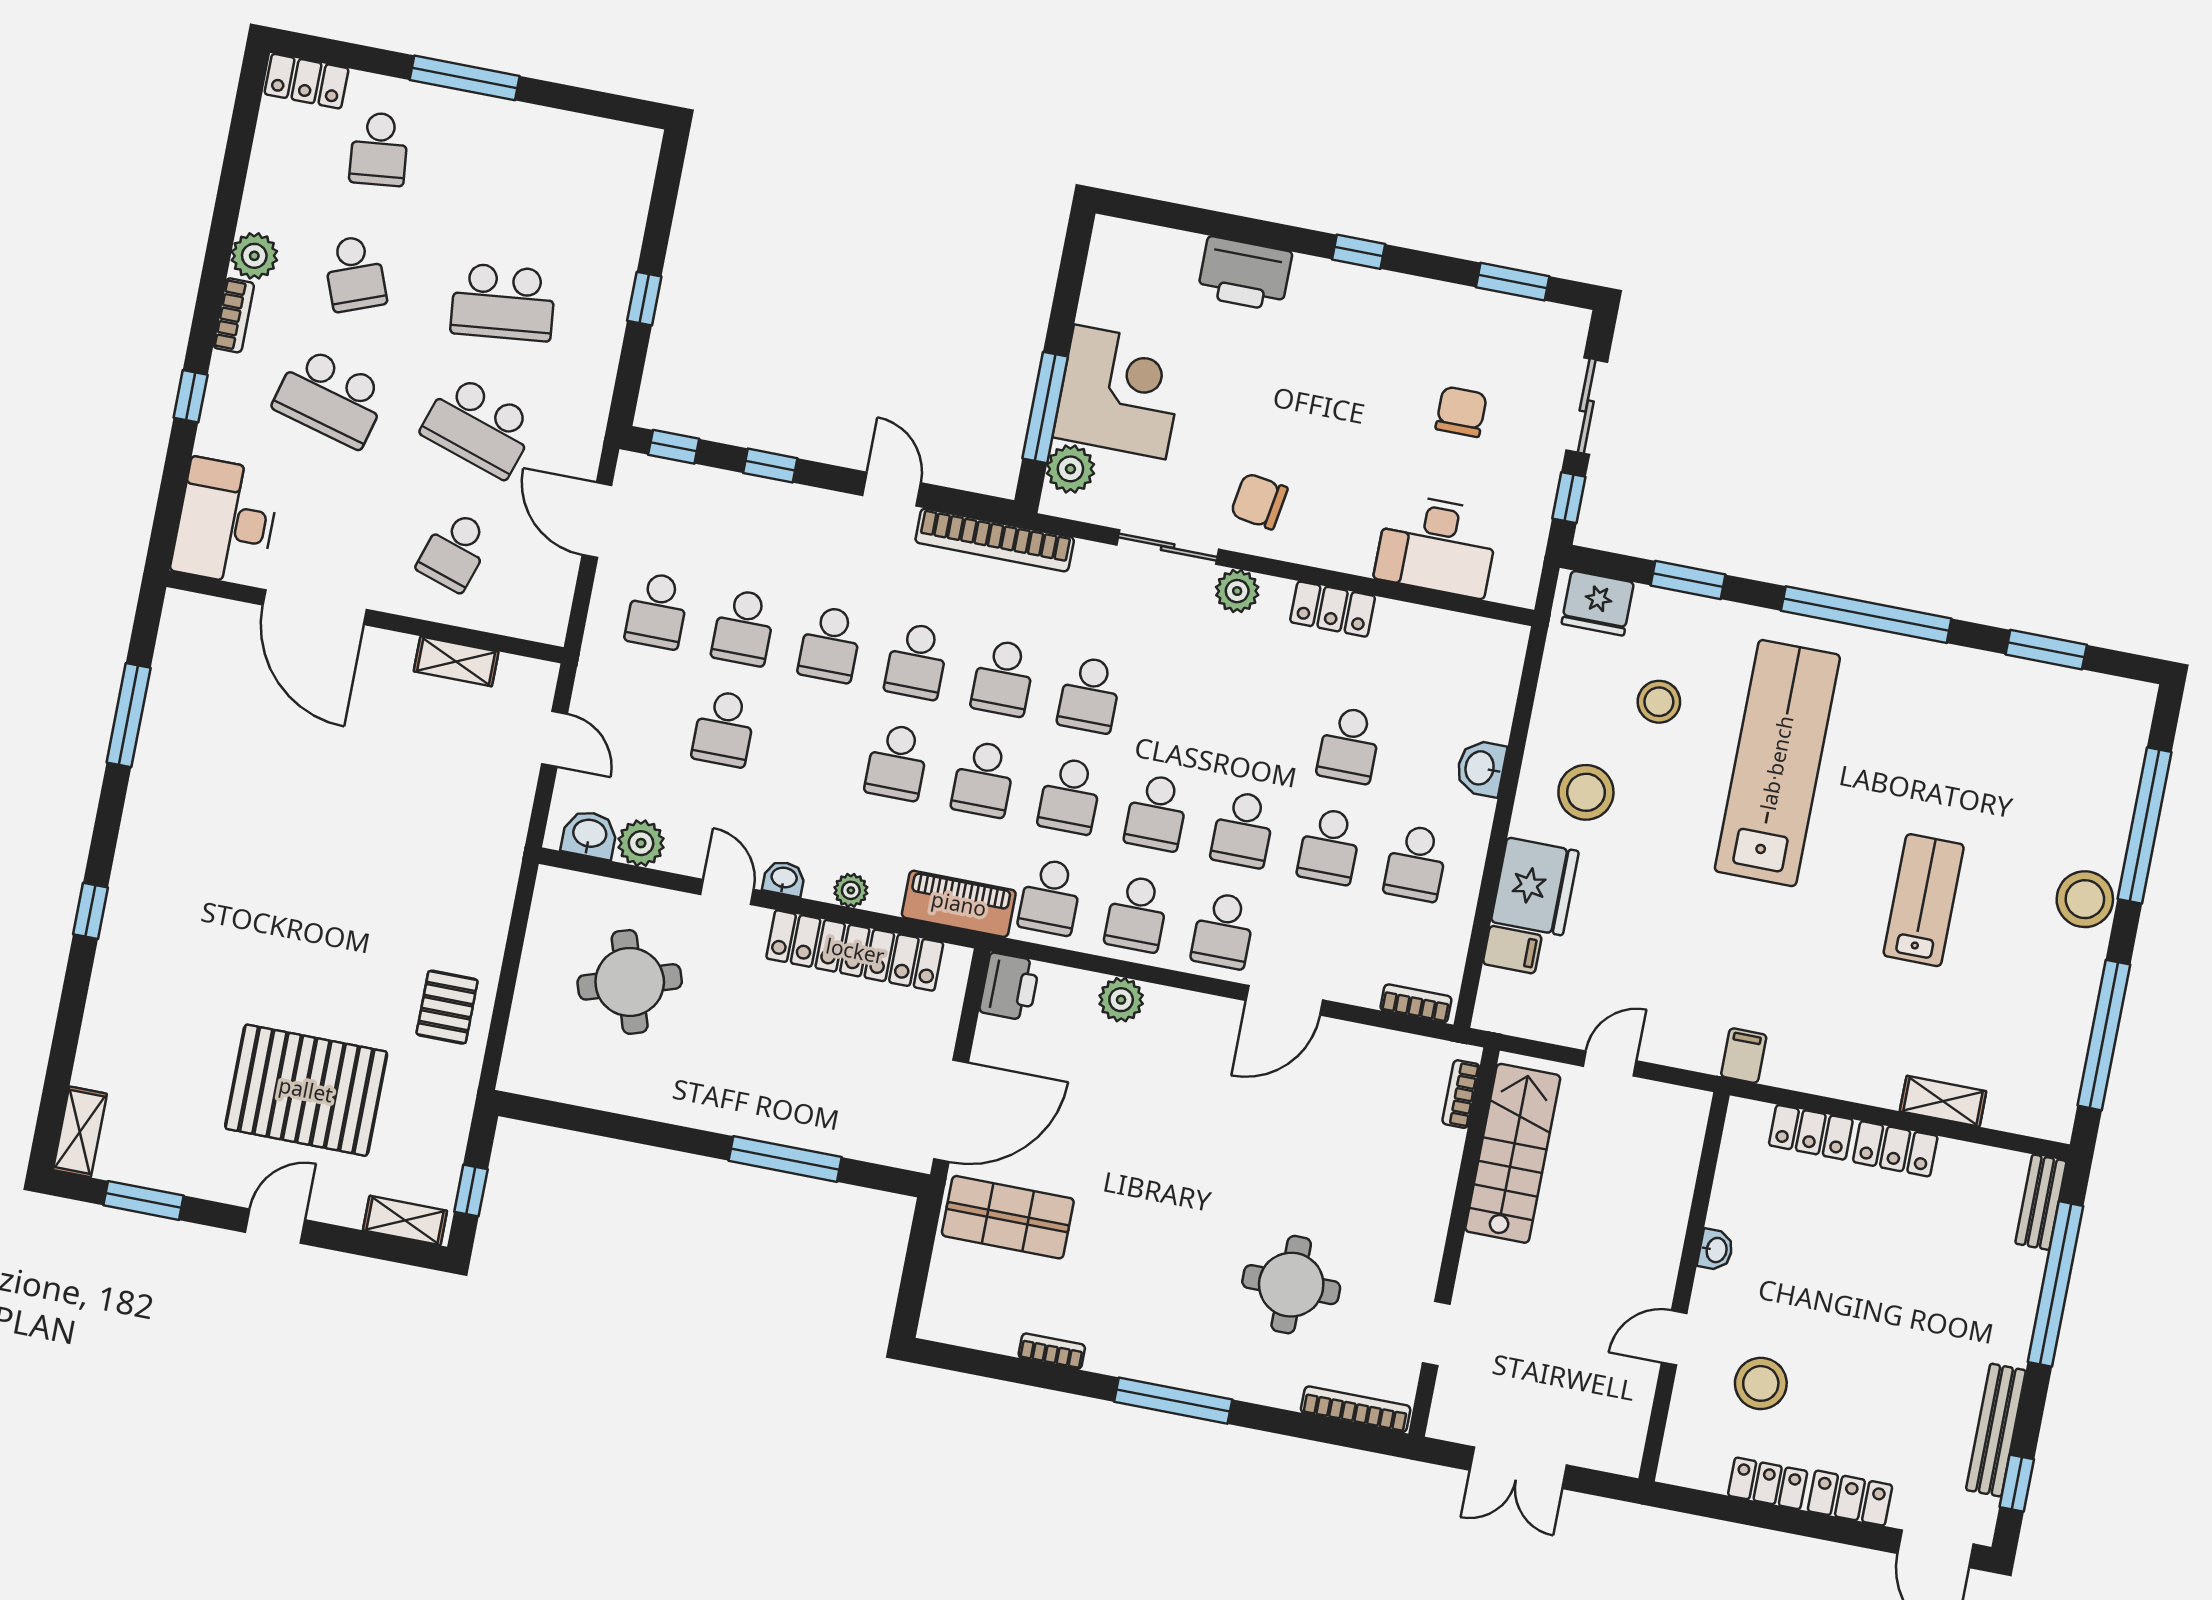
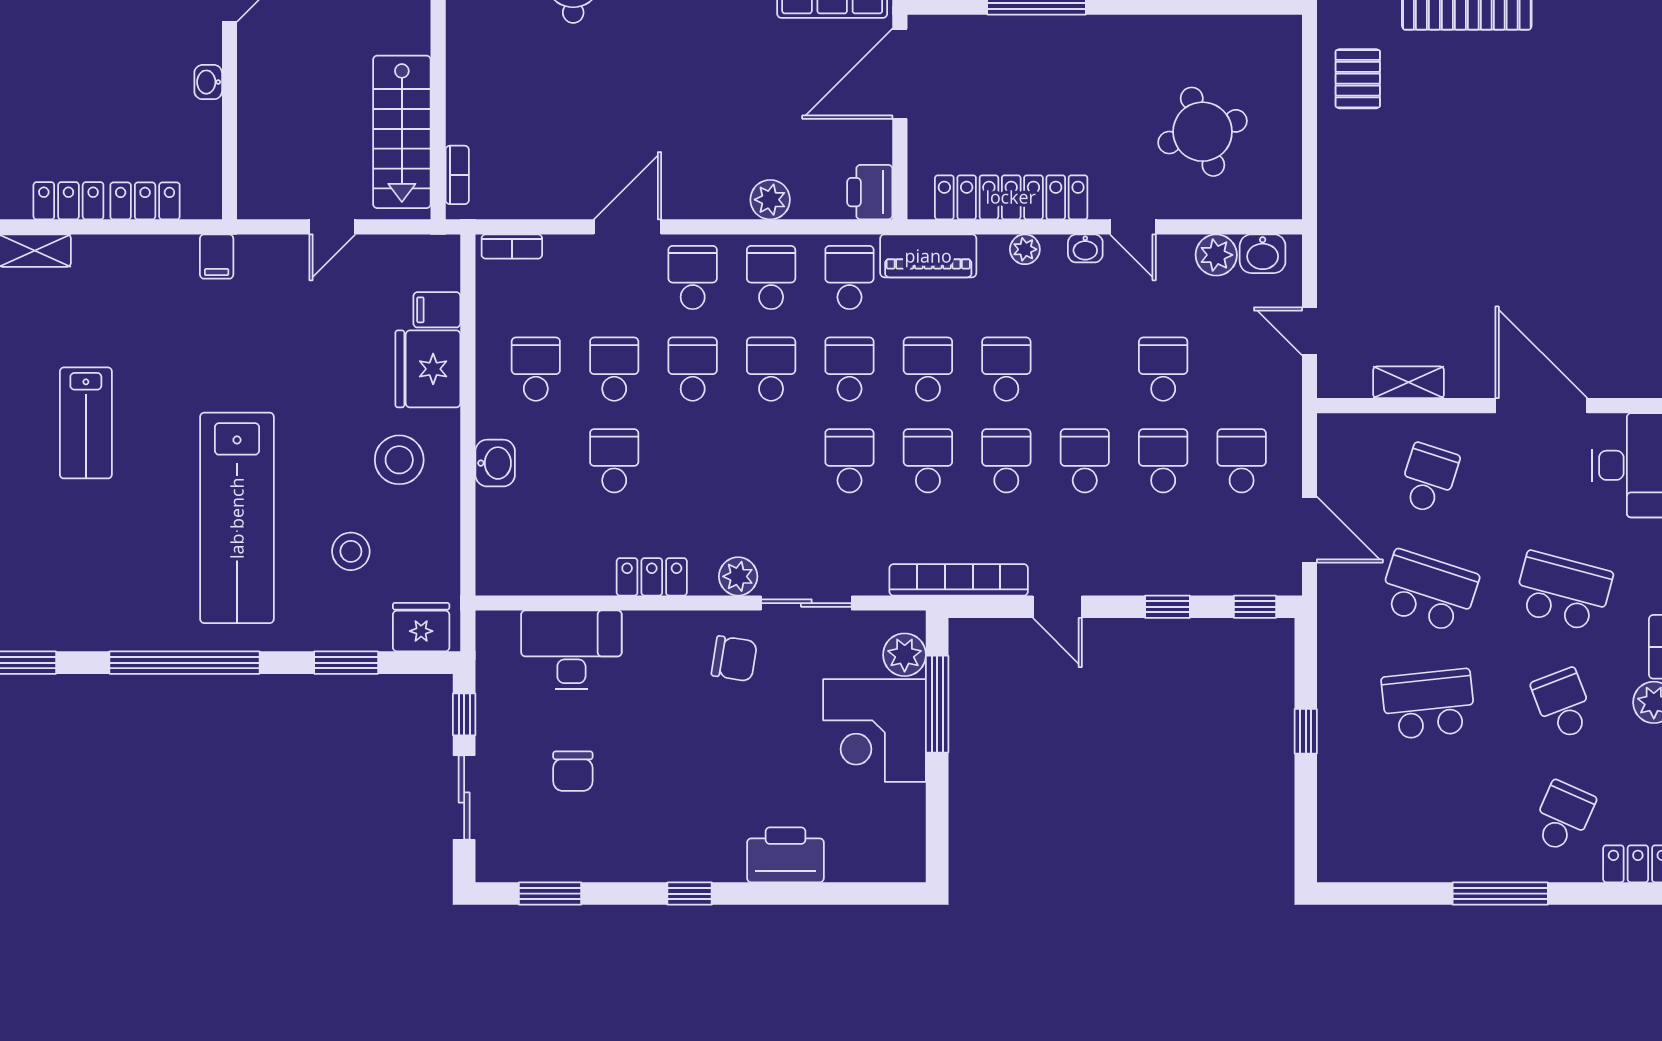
school desk: (379, 149) -> (1563, 817), turned 30

